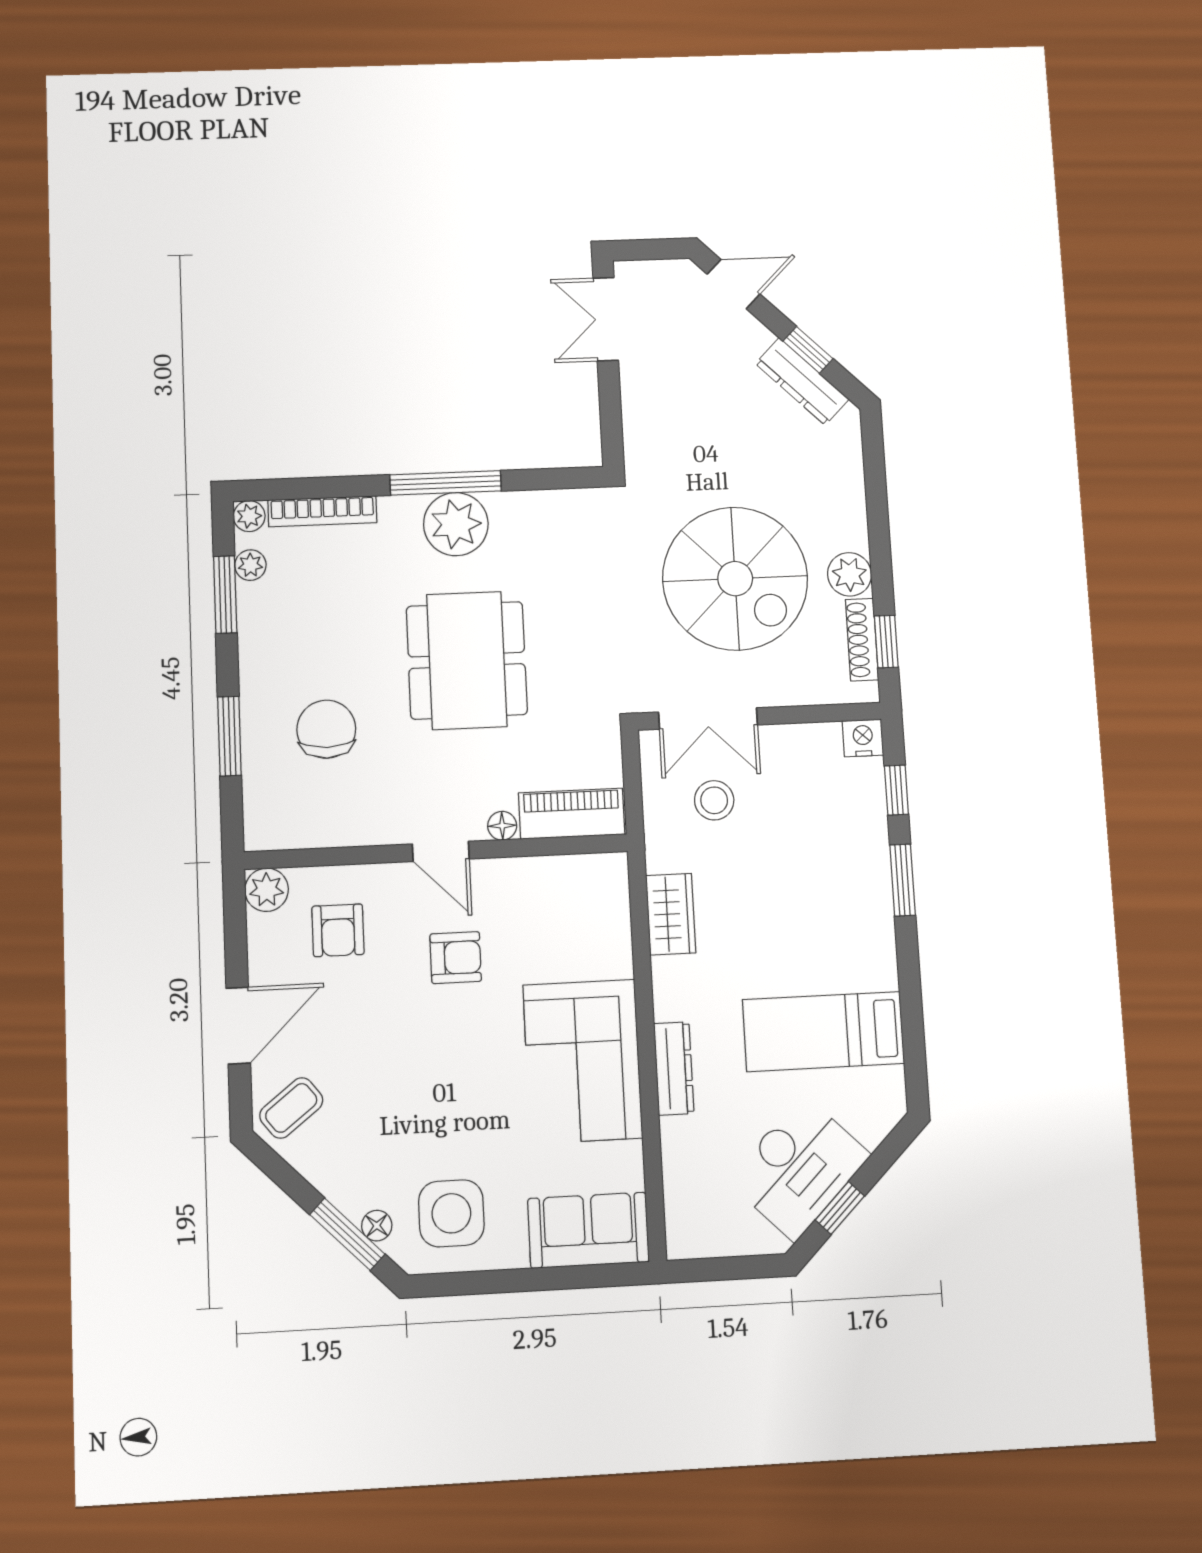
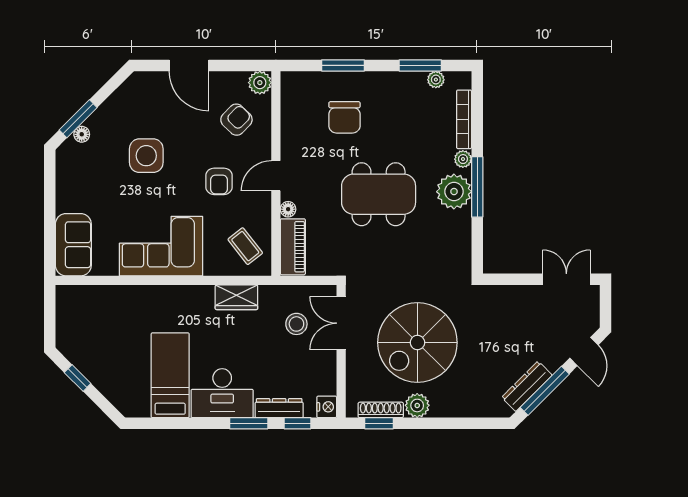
window: (808, 350) -> (545, 391), width x2.17
plant: (249, 516) -> (463, 159), moved
chair: (326, 729) -> (344, 117), turned 90
armchair: (338, 930) -> (236, 120), turned 134
dresser: (674, 1068) -> (279, 408), moved, turned 180
coffee table: (291, 1108) -> (245, 246), moved
desk: (799, 1168) -> (222, 393), moved, turned -45
side table: (451, 1213) -> (146, 156), moved

